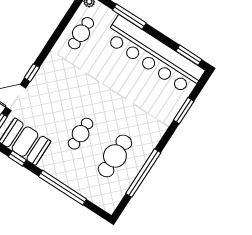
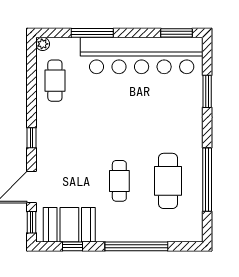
window: (32, 73) -> (32, 138), moved

